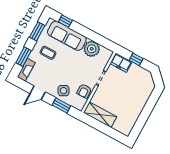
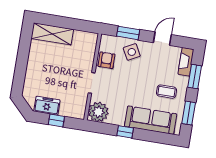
window: (65, 21) -> (125, 132), moved
plant: (92, 49) -> (98, 112), moved
freezer: (121, 63) -> (47, 106), moved
shelving: (100, 115) -> (52, 34), moved

